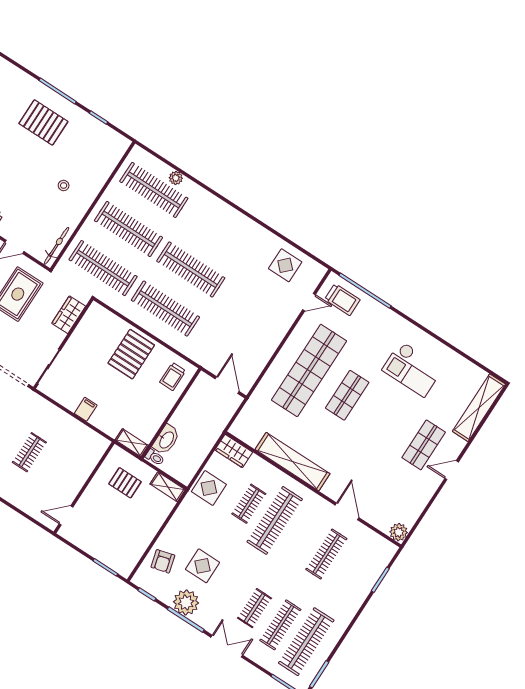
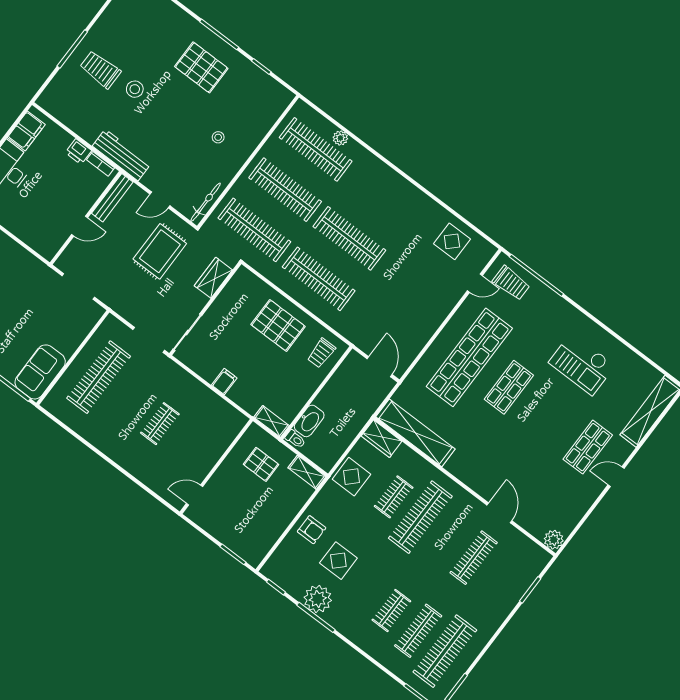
pallet: (131, 354) -> (278, 325), turned 90
shelving: (293, 462) -> (415, 433), moved
armchair: (163, 561) -> (312, 530), moved, turned -75
double door: (227, 646) -> (358, 650), removed

